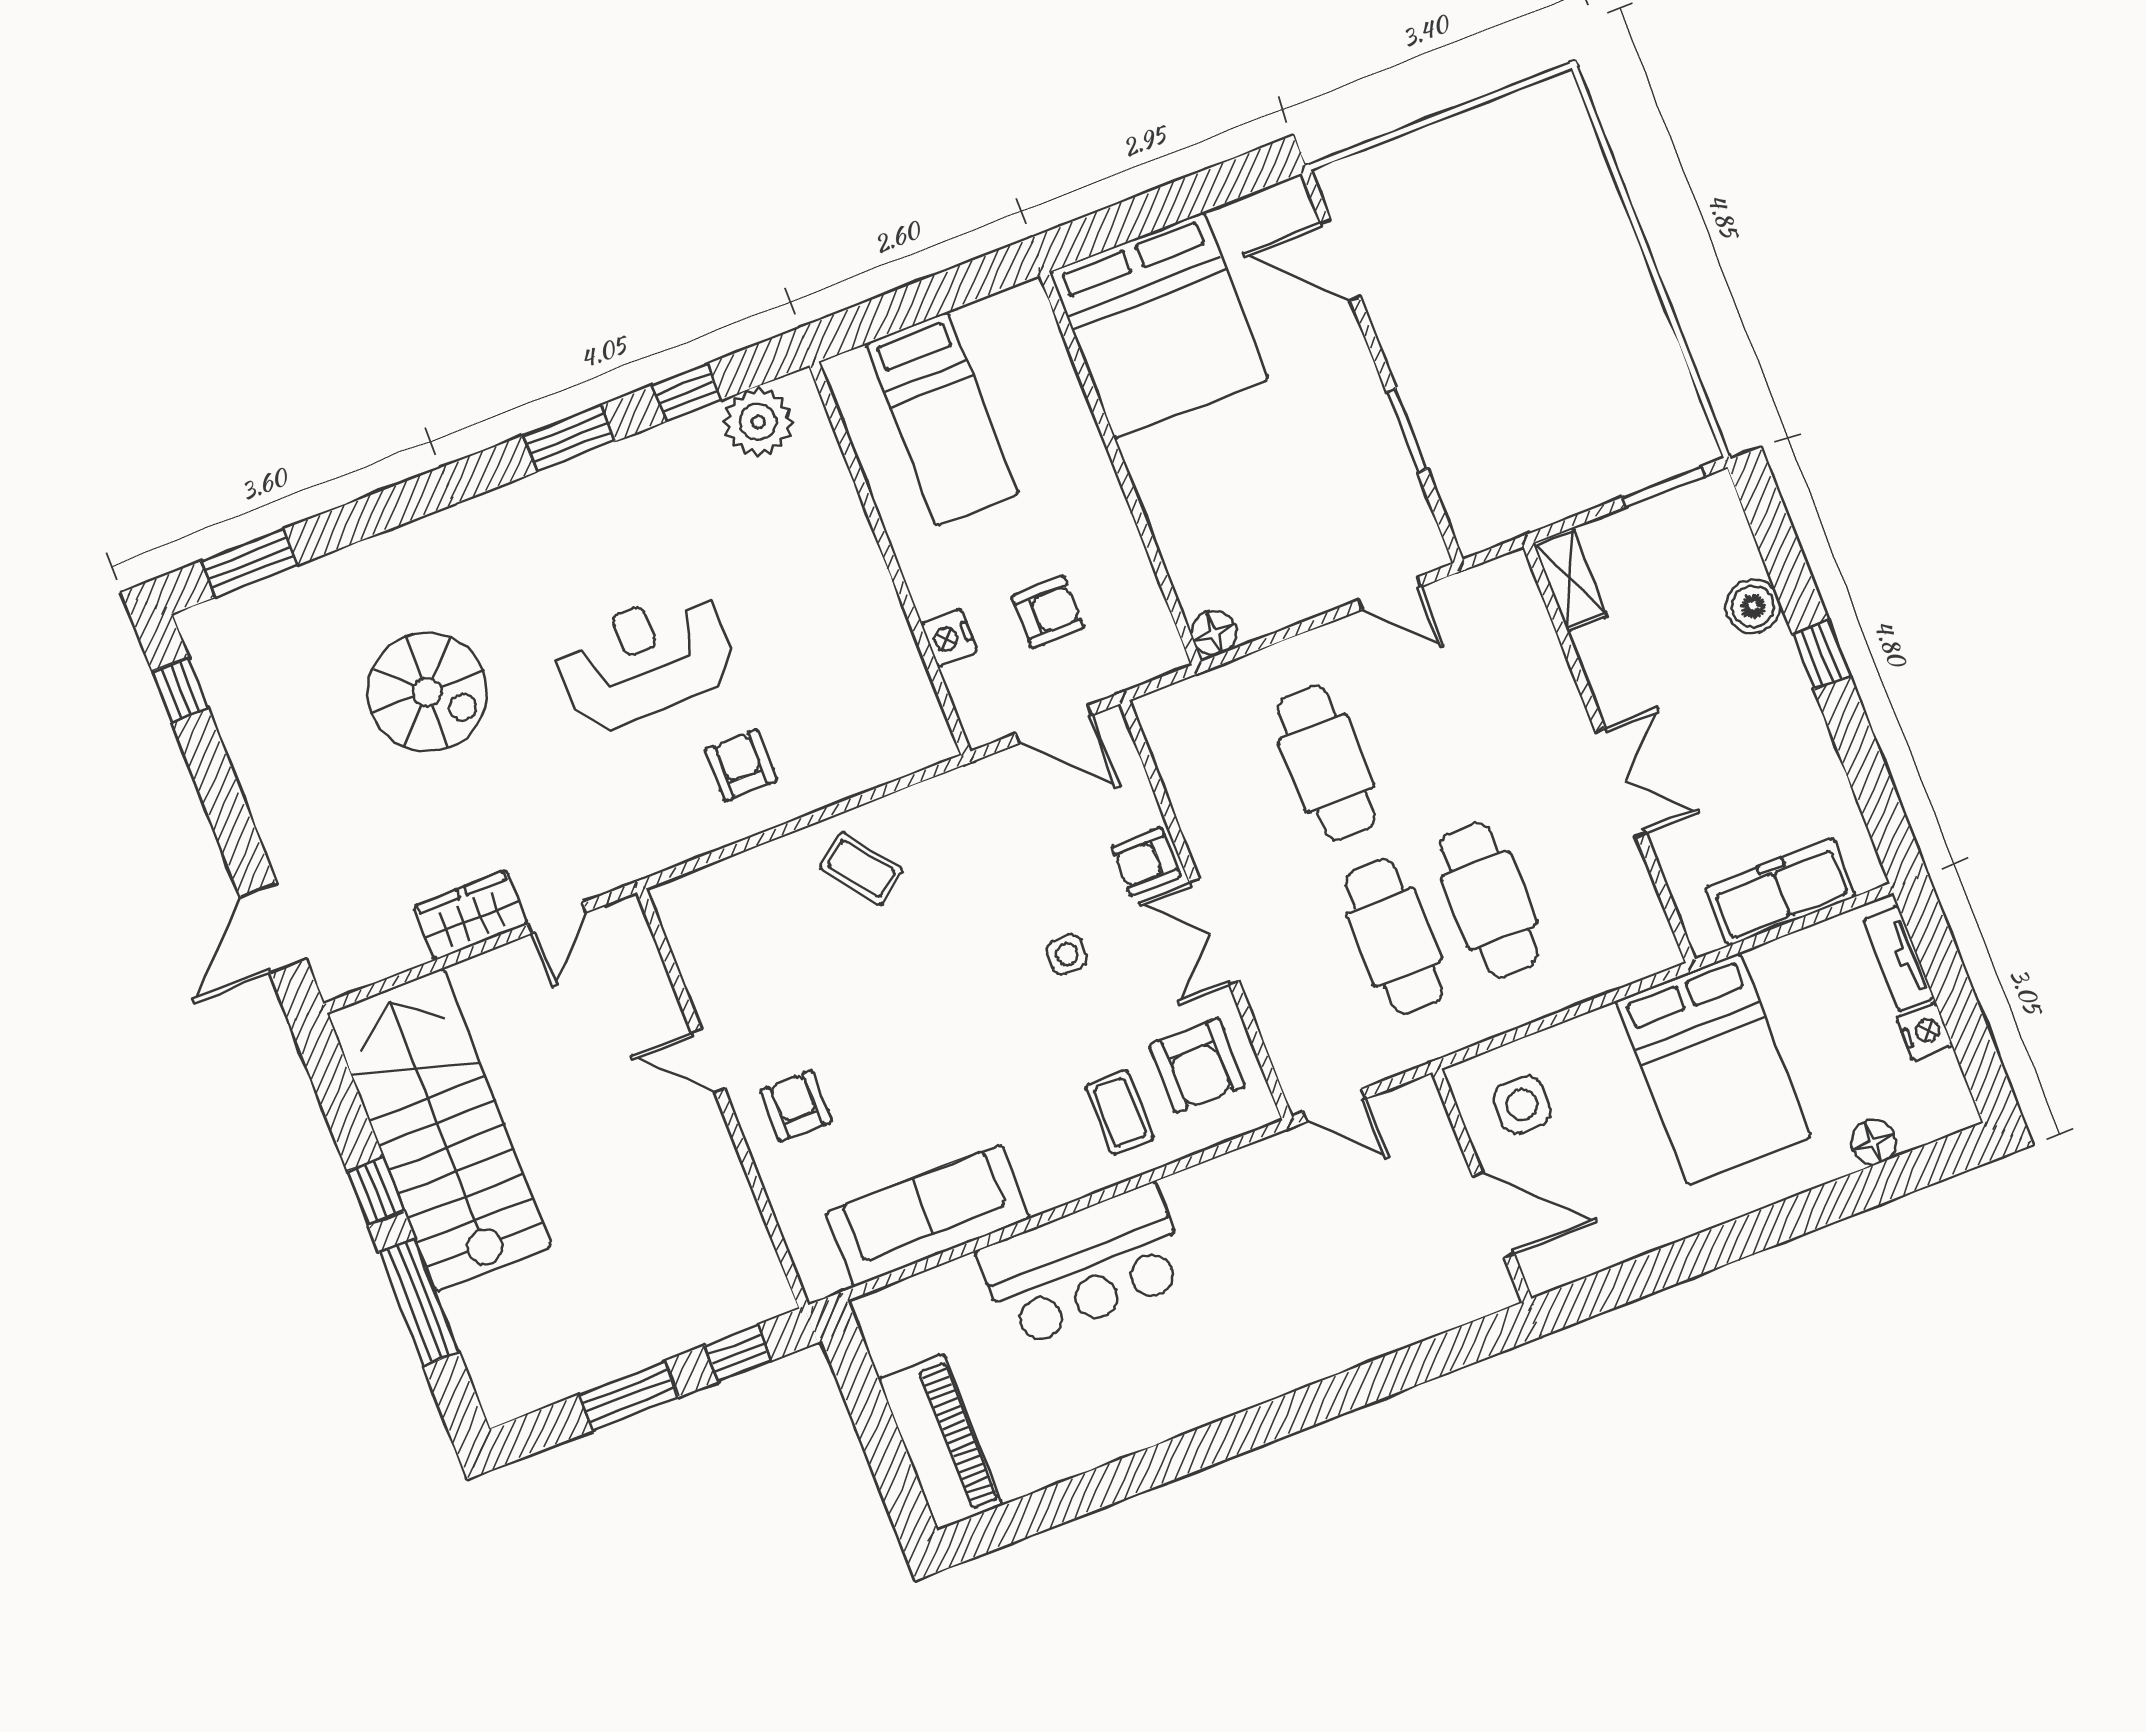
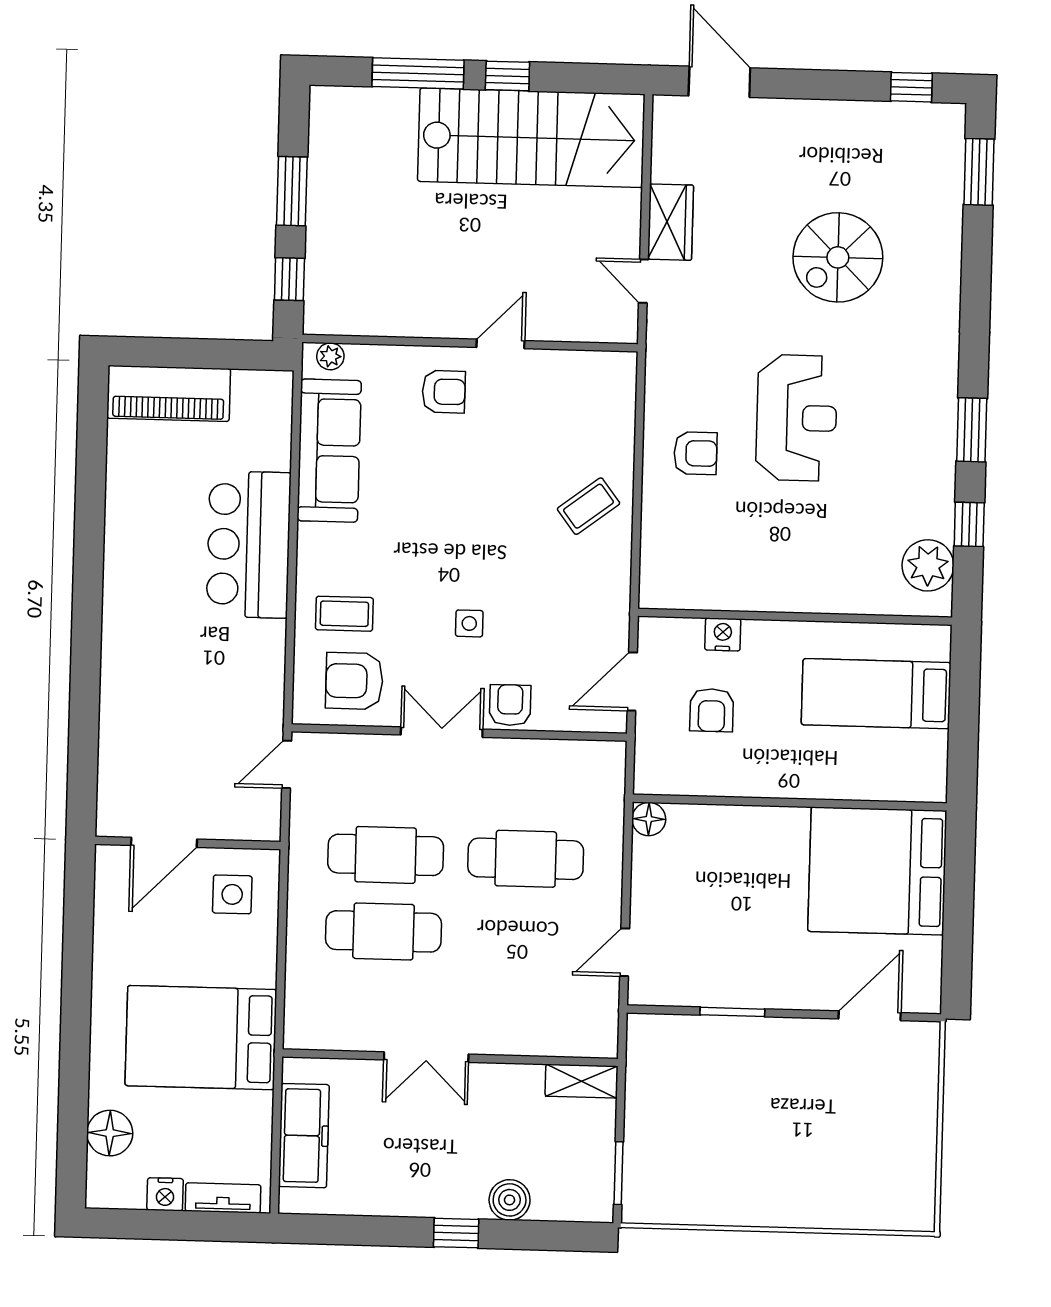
floor lamp: (1873, 1142) -> (110, 1133), width x1.38, depth x1.38
plant: (811, 1263) -> (330, 356), added

